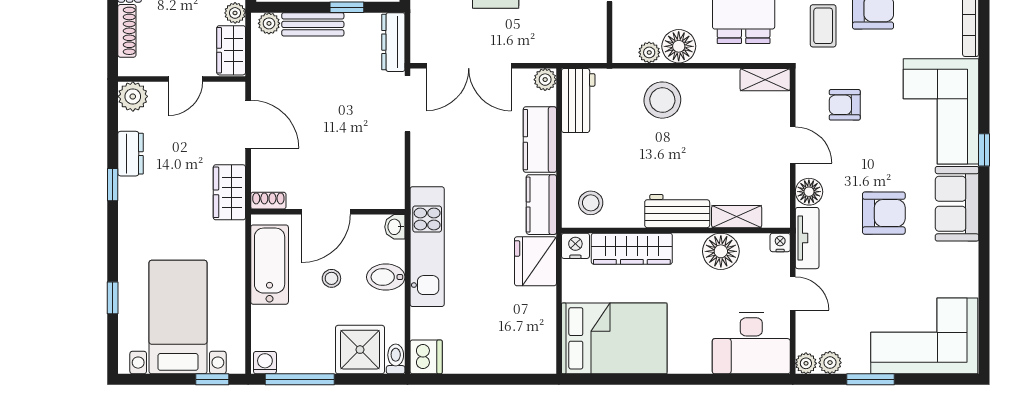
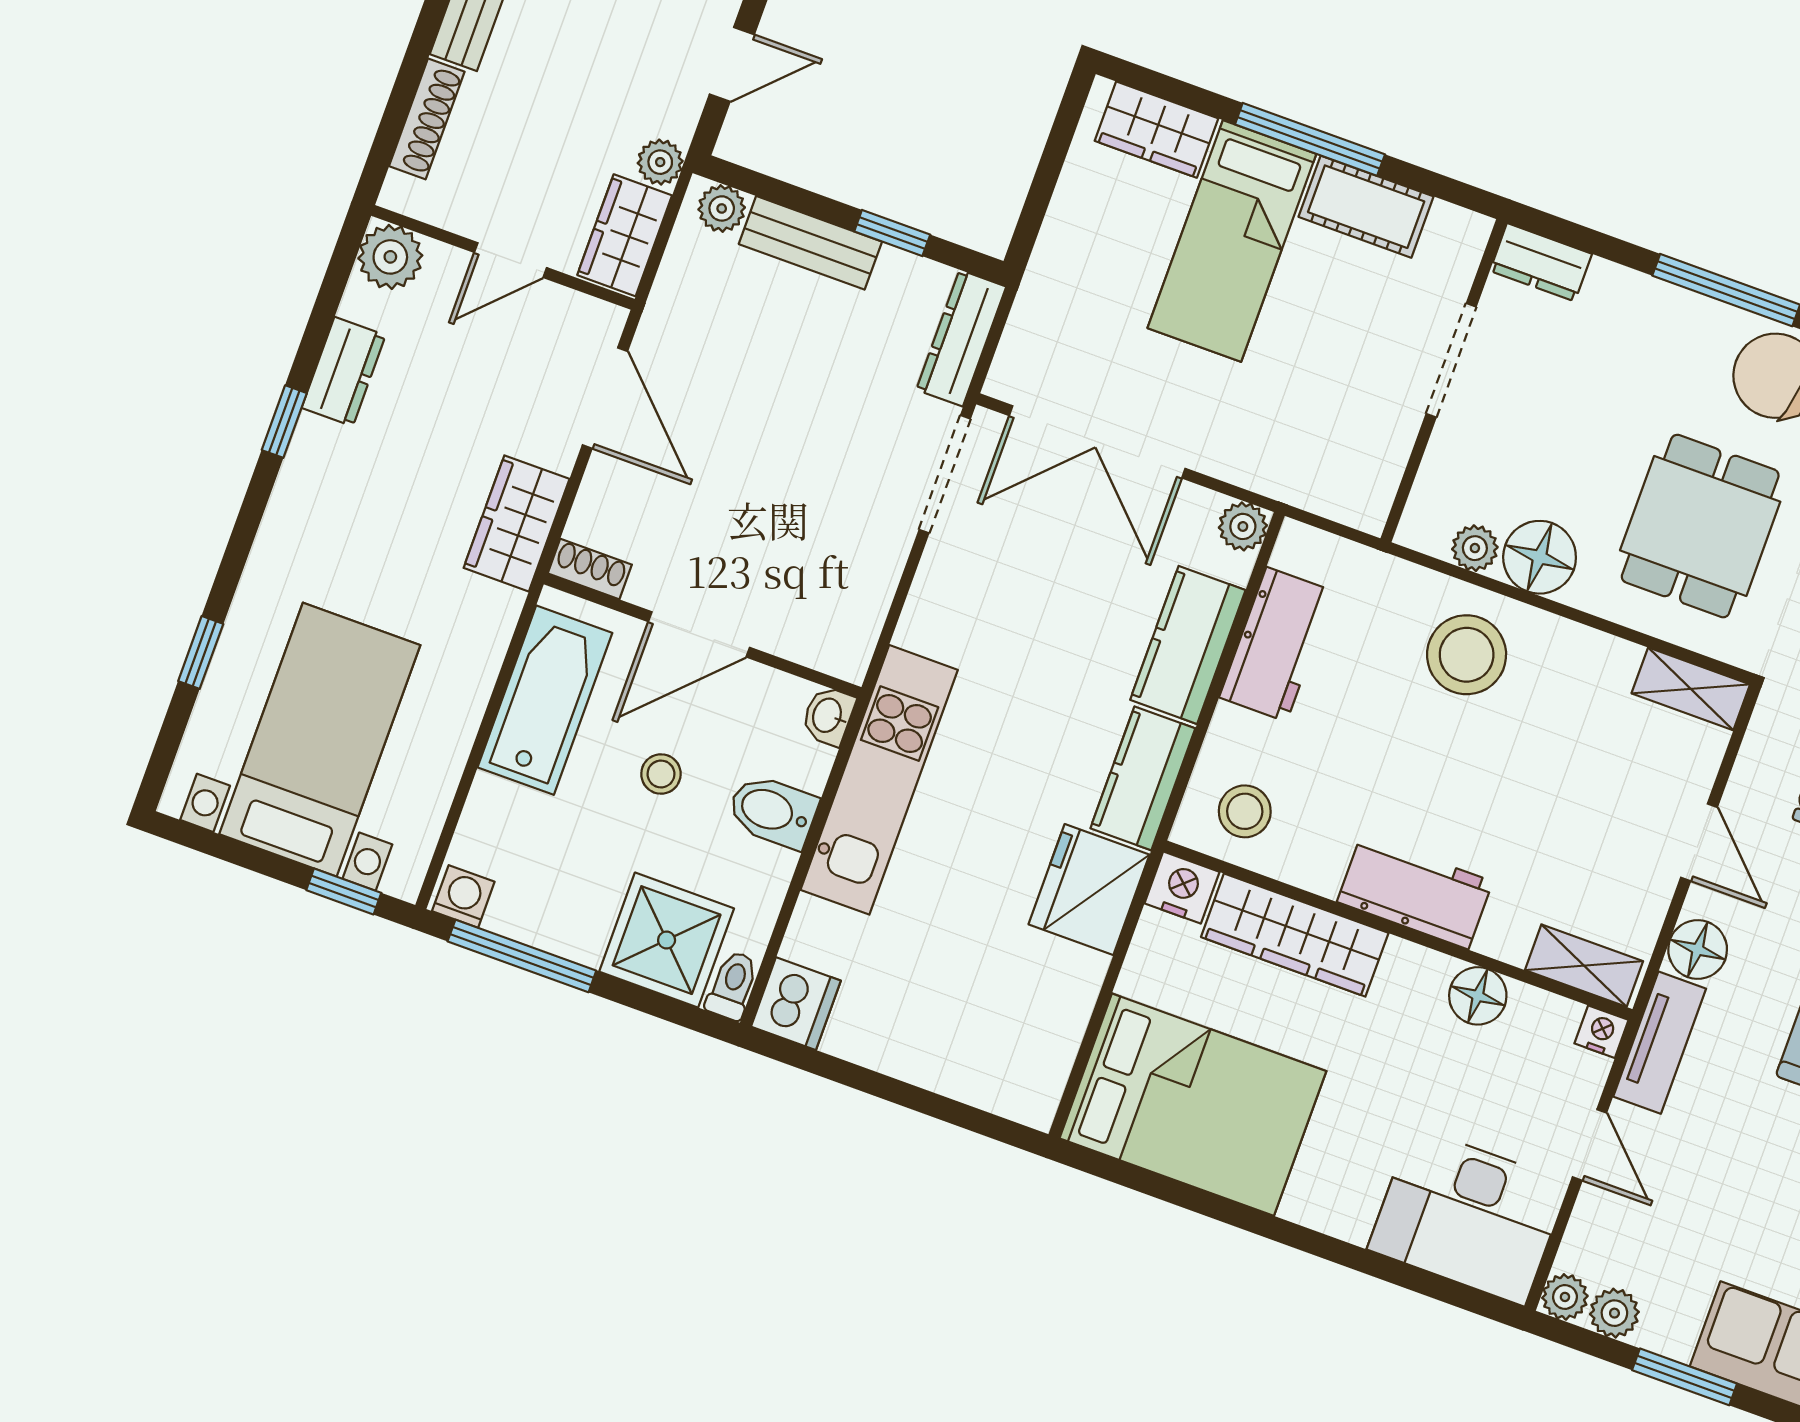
workbench: (578, 101) -> (1276, 644), moved
shelving: (737, 217) -> (1584, 966), moved
floor lamp: (721, 251) -> (1478, 996), width x0.73, depth x0.73

